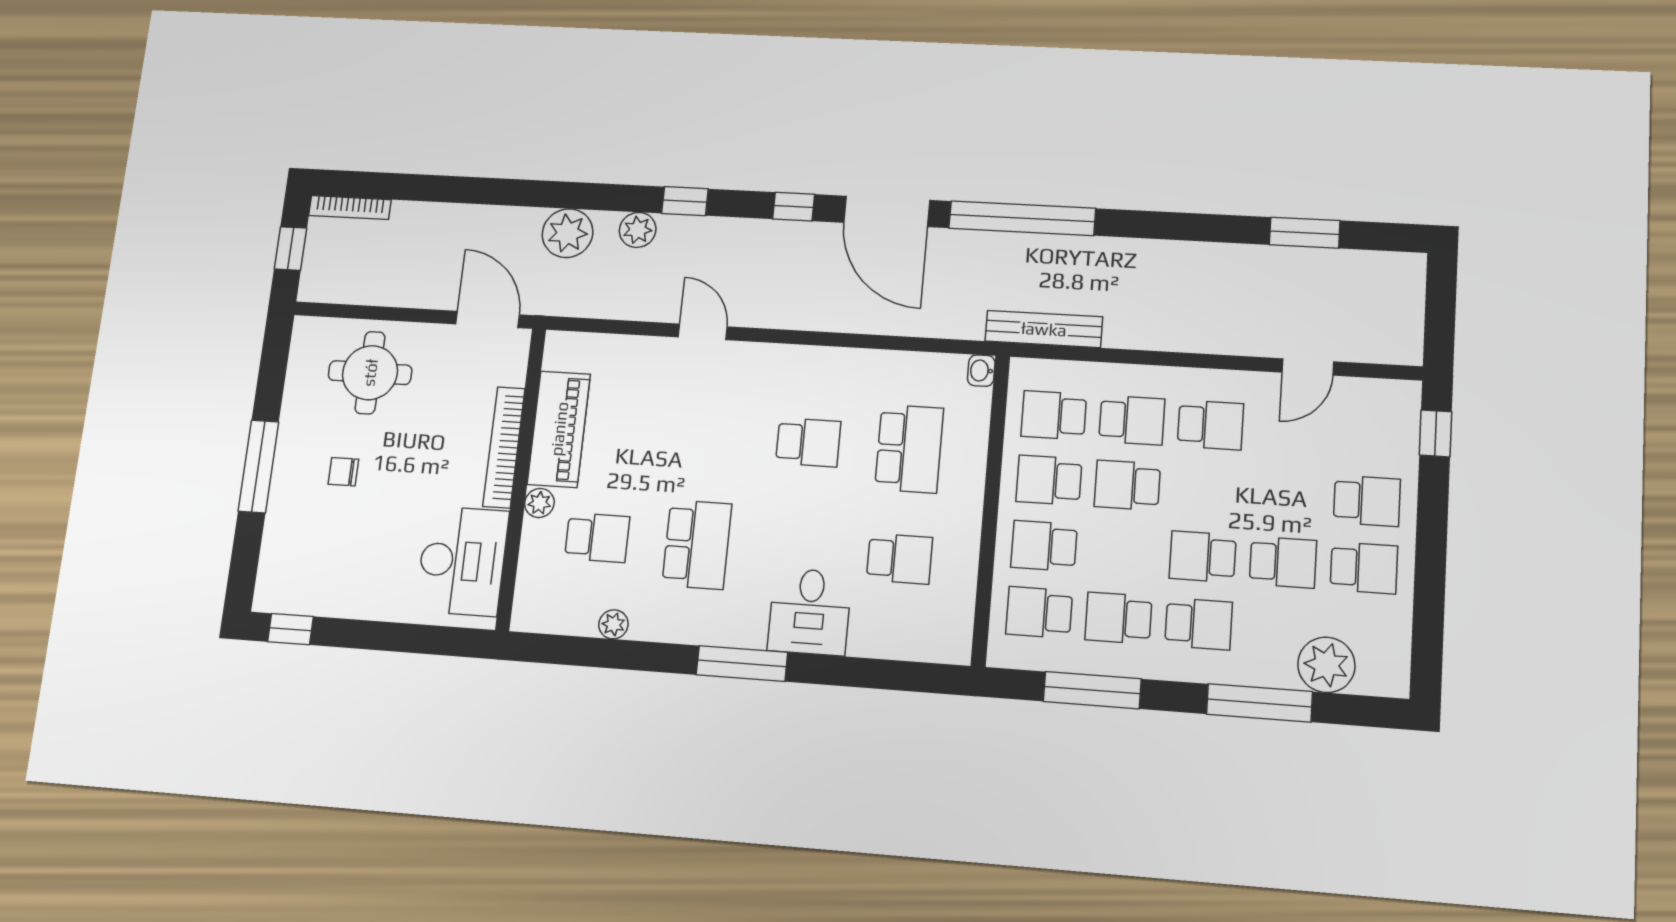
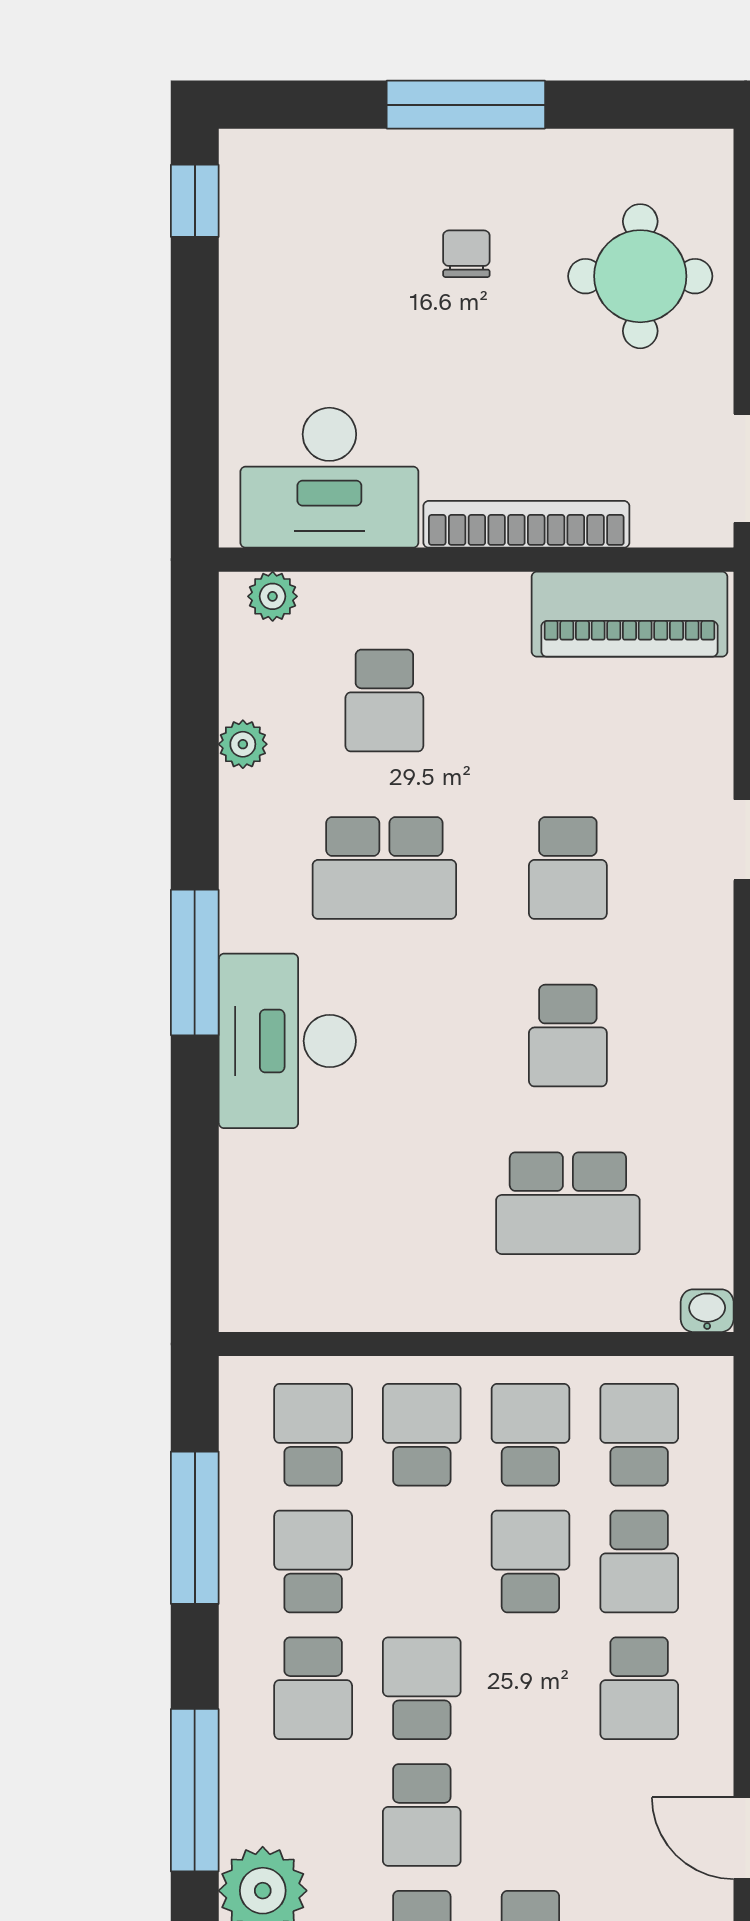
piano: (559, 429) -> (629, 614), moved
plant: (539, 503) -> (273, 596), moved
school desk: (900, 559) -> (568, 868), moved
desk: (810, 612) -> (287, 1041), width x1.37

